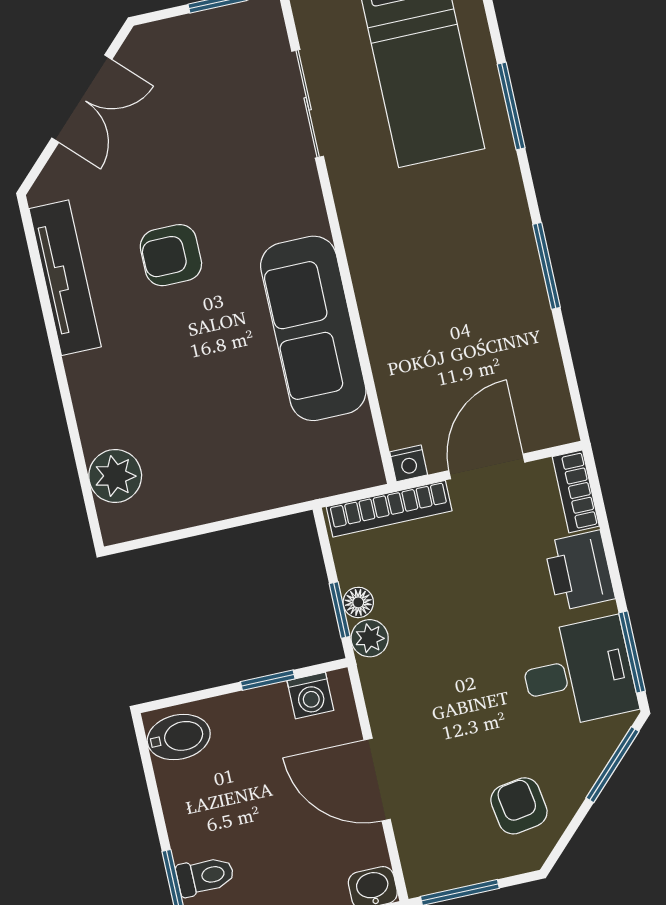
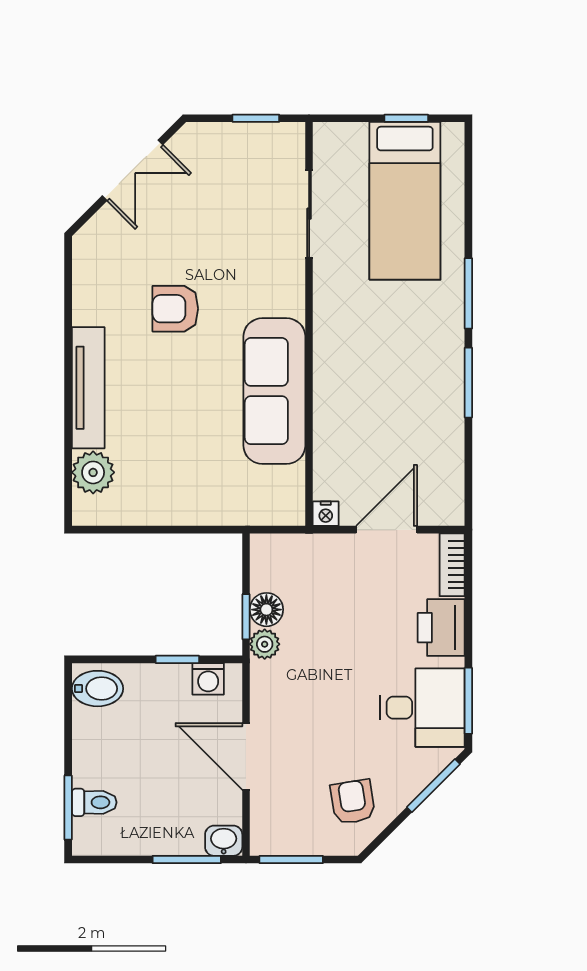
window: (511, 106) -> (468, 293), moved
tv unit: (65, 278) -> (88, 388), moved
bookcase: (389, 509) -> (303, 546), removed
floor lamp: (358, 602) -> (266, 610), width x1.37, depth x1.37

